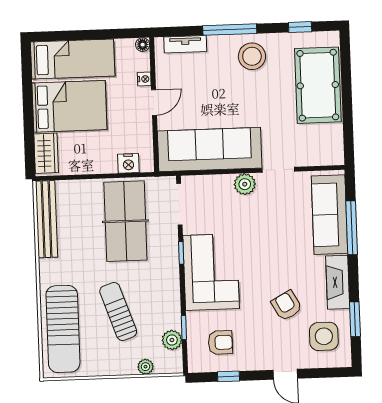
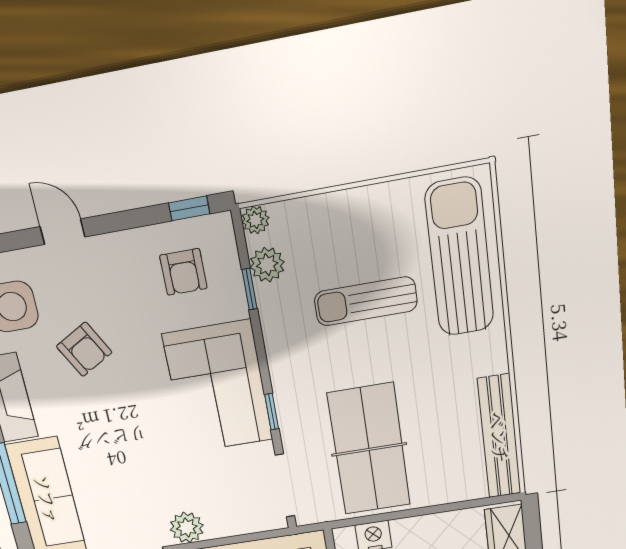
sun lounger: (118, 311) -> (366, 301), turned 109
armchair: (220, 342) -> (183, 272), turned -90
plant: (146, 367) -> (255, 220), moved
window: (229, 376) -> (189, 208), moved

